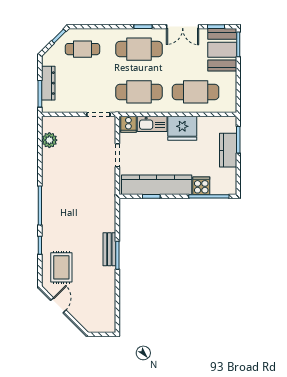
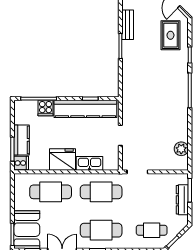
cooker: (128, 124) -> (21, 163), moved, turned 90
bench: (109, 249) -> (128, 25), moved

